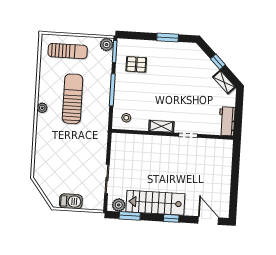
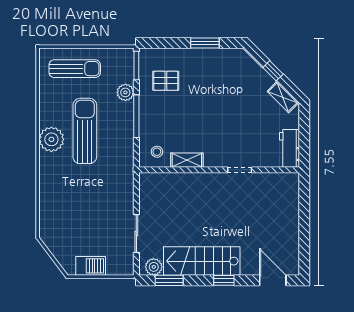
plant: (107, 45) -> (125, 92), moved
plant: (42, 108) -> (51, 139), width x1.88, depth x1.88
shelving: (161, 126) -> (187, 160), moved

